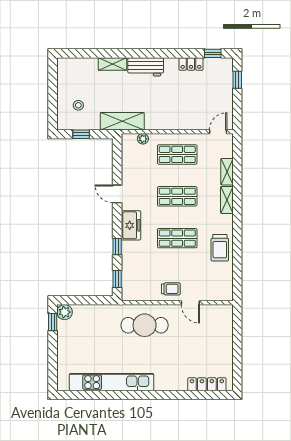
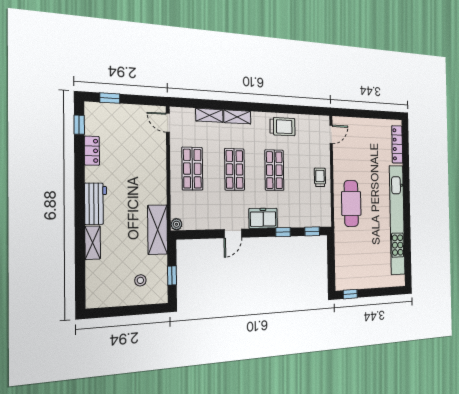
plant: (143, 139) -> (176, 224), moved
door: (190, 303) -> (331, 134), moved
plant: (65, 312) -> (342, 283), removed
kitchen unit: (112, 382) -> (397, 220), width x1.36

